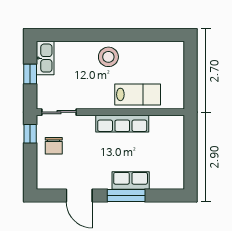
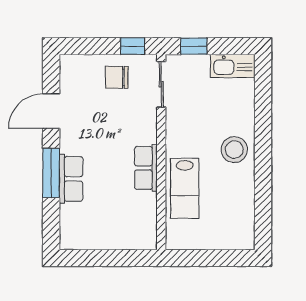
window: (30, 74) -> (194, 46), moved
row of seats: (122, 124) -> (146, 168), width x0.68

